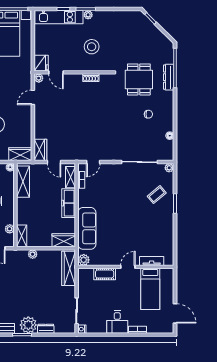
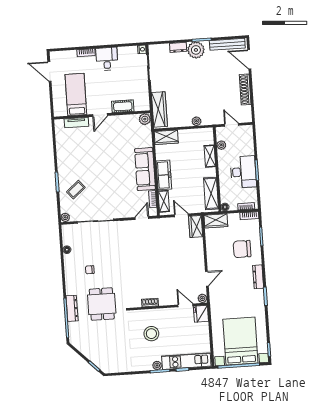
sofa: (87, 228) -> (145, 169), moved
shelving: (22, 236) -> (210, 156), moved

